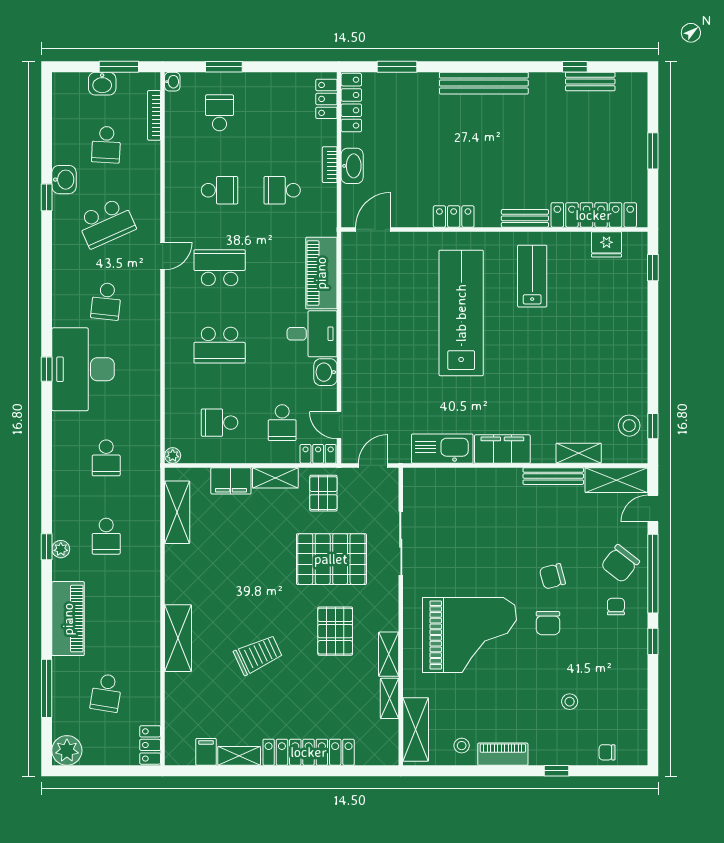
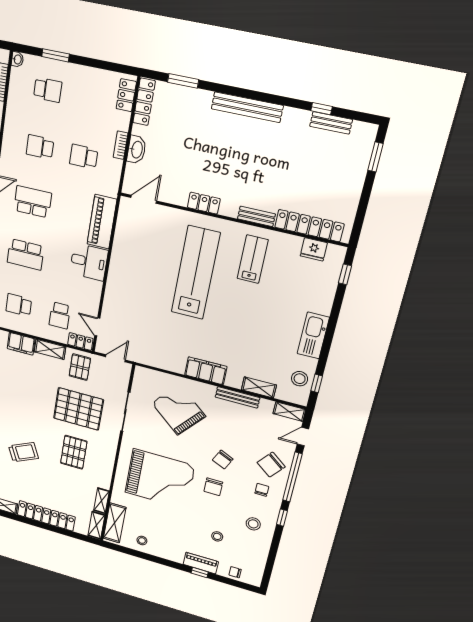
school desk: (220, 113) -> (48, 90), turned 90
window: (653, 151) -> (375, 157), moved
school desk: (220, 190) -> (40, 147), turned 180
washbasin: (325, 372) -> (94, 290), removed
kitchen sink: (442, 449) -> (313, 335), moved, turned -90
shelving: (616, 480) -> (289, 412), width x0.67, depth x0.75
grand piano: (476, 518) -> (178, 410), added
chair: (552, 576) -> (223, 459), turned -50
shelving: (389, 654) -> (96, 525), moved
stool: (616, 664) -> (253, 524), added
piano: (503, 754) -> (201, 563), moved

